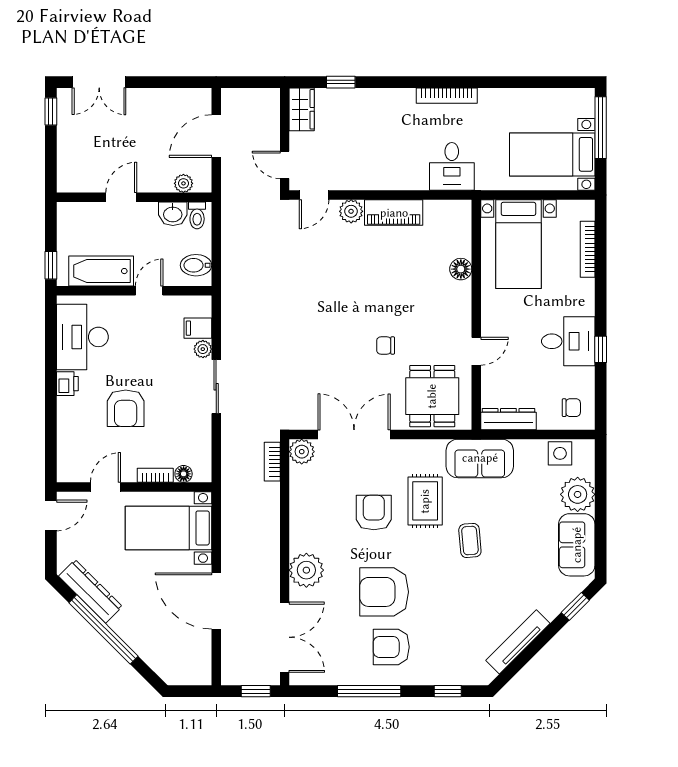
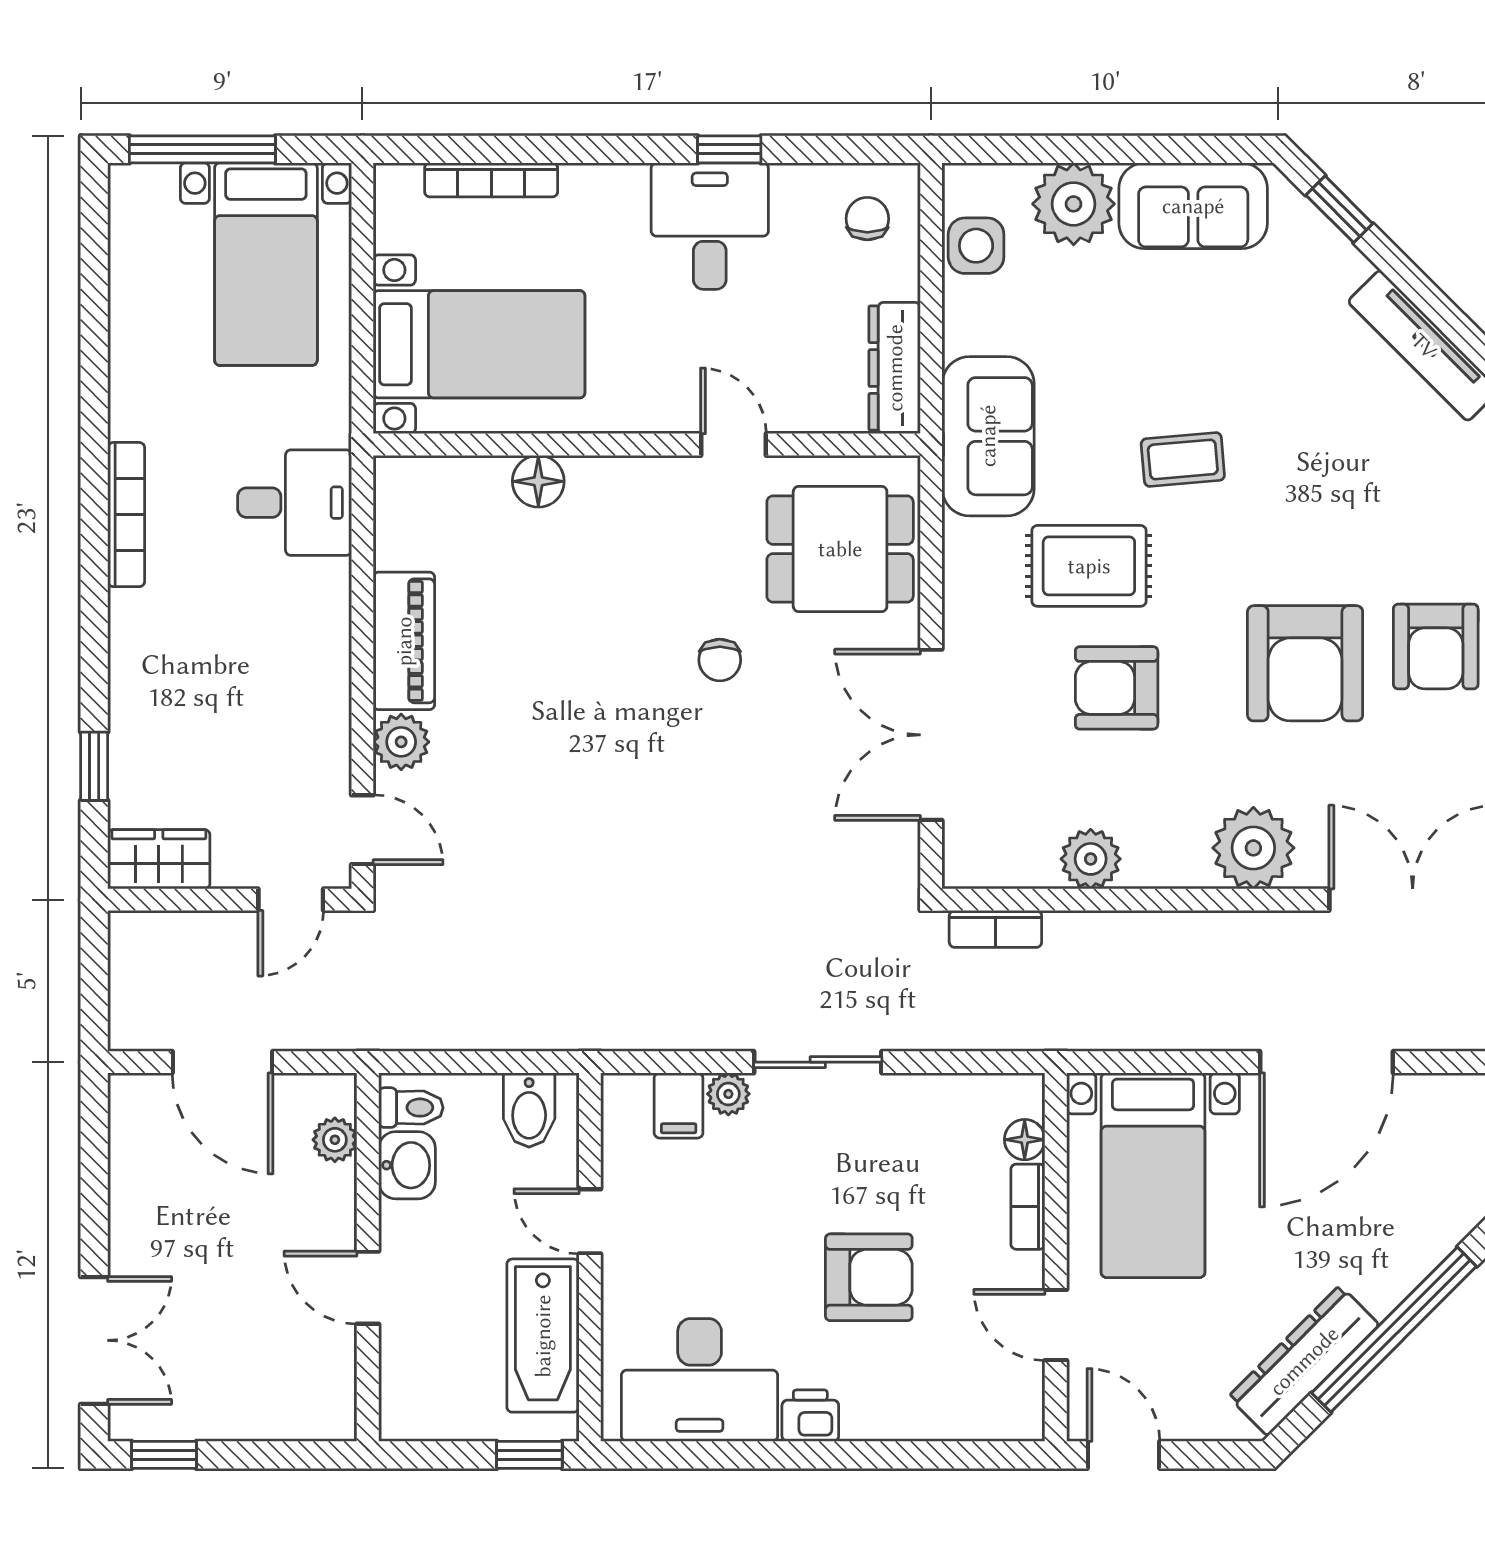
plant: (302, 452) -> (1091, 859), moved

